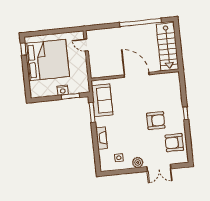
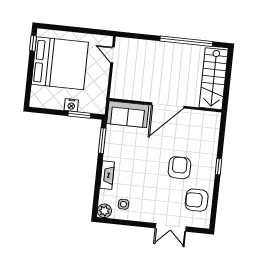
door: (137, 75) -> (168, 105), swing flipped
sofa: (102, 100) -> (128, 114), moved, turned 90
armchair: (156, 121) -> (179, 168), turned -90
plant: (138, 163) -> (104, 211), moved

